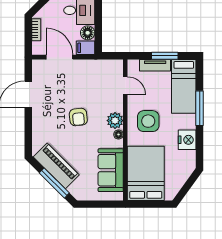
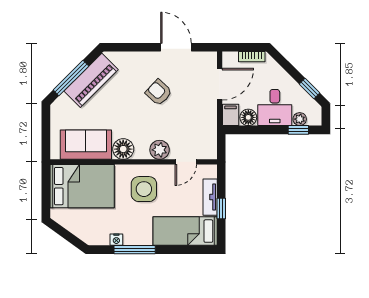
window: (165, 56) -> (221, 209), width x0.67
window: (200, 108) -> (135, 250), moved
armchair: (78, 117) -> (159, 92), moved, turned 49
plant: (115, 121) -> (160, 150), moved
floor lamp: (118, 134) -> (123, 149), width x1.89, depth x1.89
nightstand: (187, 140) -> (116, 240), width x0.53, depth x0.56

